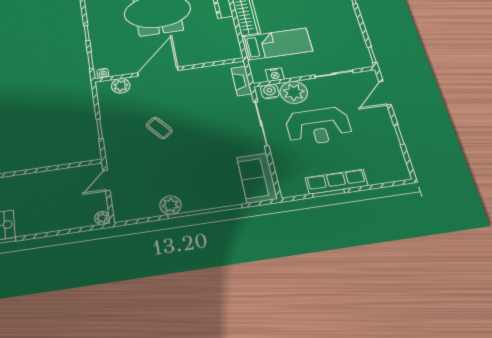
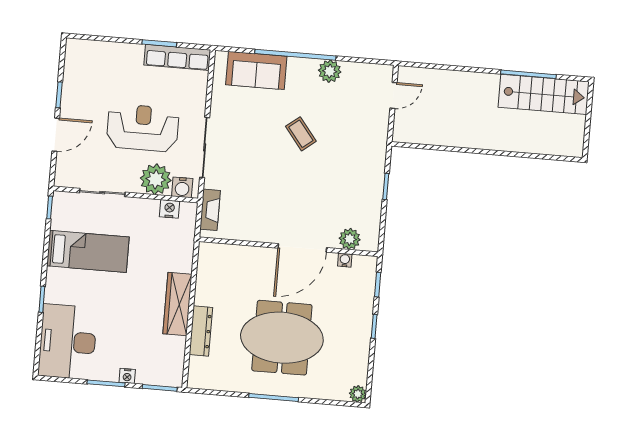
bed: (277, 44) -> (88, 251), moved, turned 180
water cooler: (103, 73) -> (345, 260), moved
door: (385, 93) -> (56, 135), moved
coffee table: (159, 128) -> (301, 134), moved
sofa: (257, 178) -> (256, 70), moved, turned 90
door: (106, 181) -> (393, 95), moved
row of seats: (336, 182) -> (177, 57), moved
plant: (102, 218) -> (405, 74), removed

